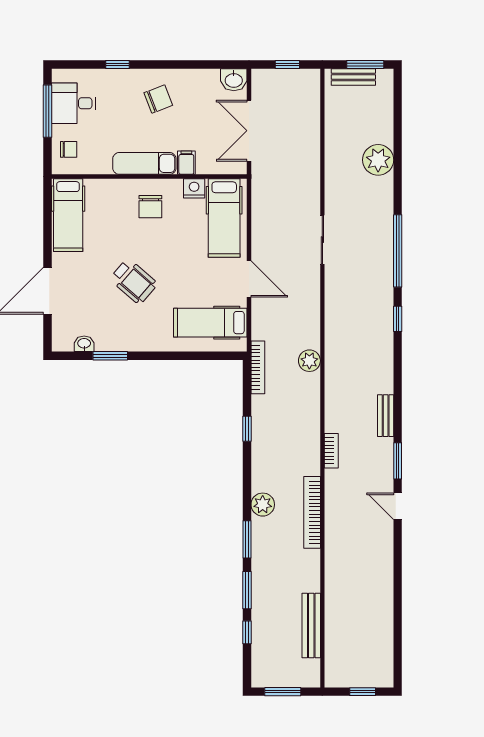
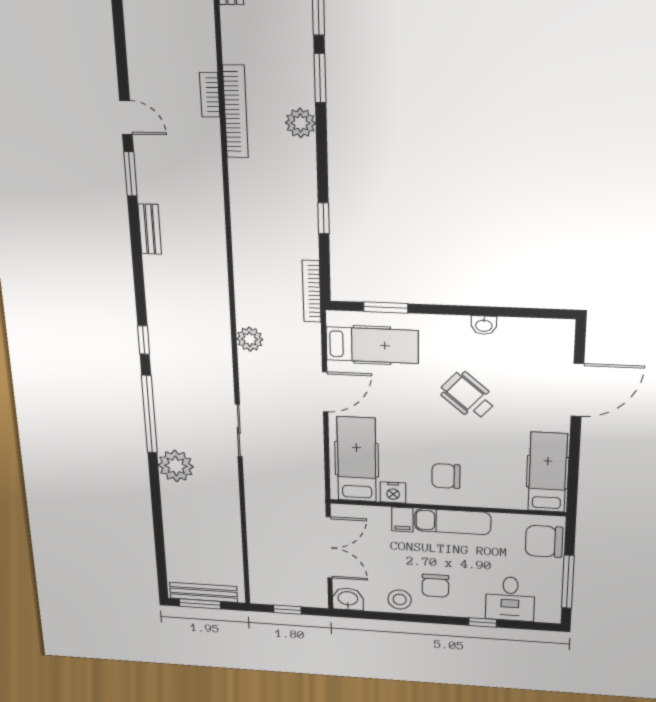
bench: (353, 77) -> (204, 592), width x1.36
stool: (189, 83) -> (400, 599), added
chair: (158, 99) -> (435, 586), turned -69
desk: (73, 103) -> (510, 599), moved, turned 90
chair: (69, 149) -> (544, 541), width x1.87, depth x1.87
plant: (378, 160) -> (176, 466), moved
chair: (150, 207) -> (446, 476), turned -90
door: (249, 279) -> (325, 392), swing flipped
washbasin: (84, 344) -> (484, 325), moved
window: (110, 356) -> (386, 308), moved
plant: (309, 361) -> (250, 339), moved
bookcase: (331, 451) -> (210, 95), moved

